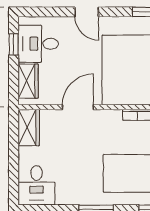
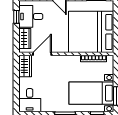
door: (78, 107) -> (42, 54), moved

